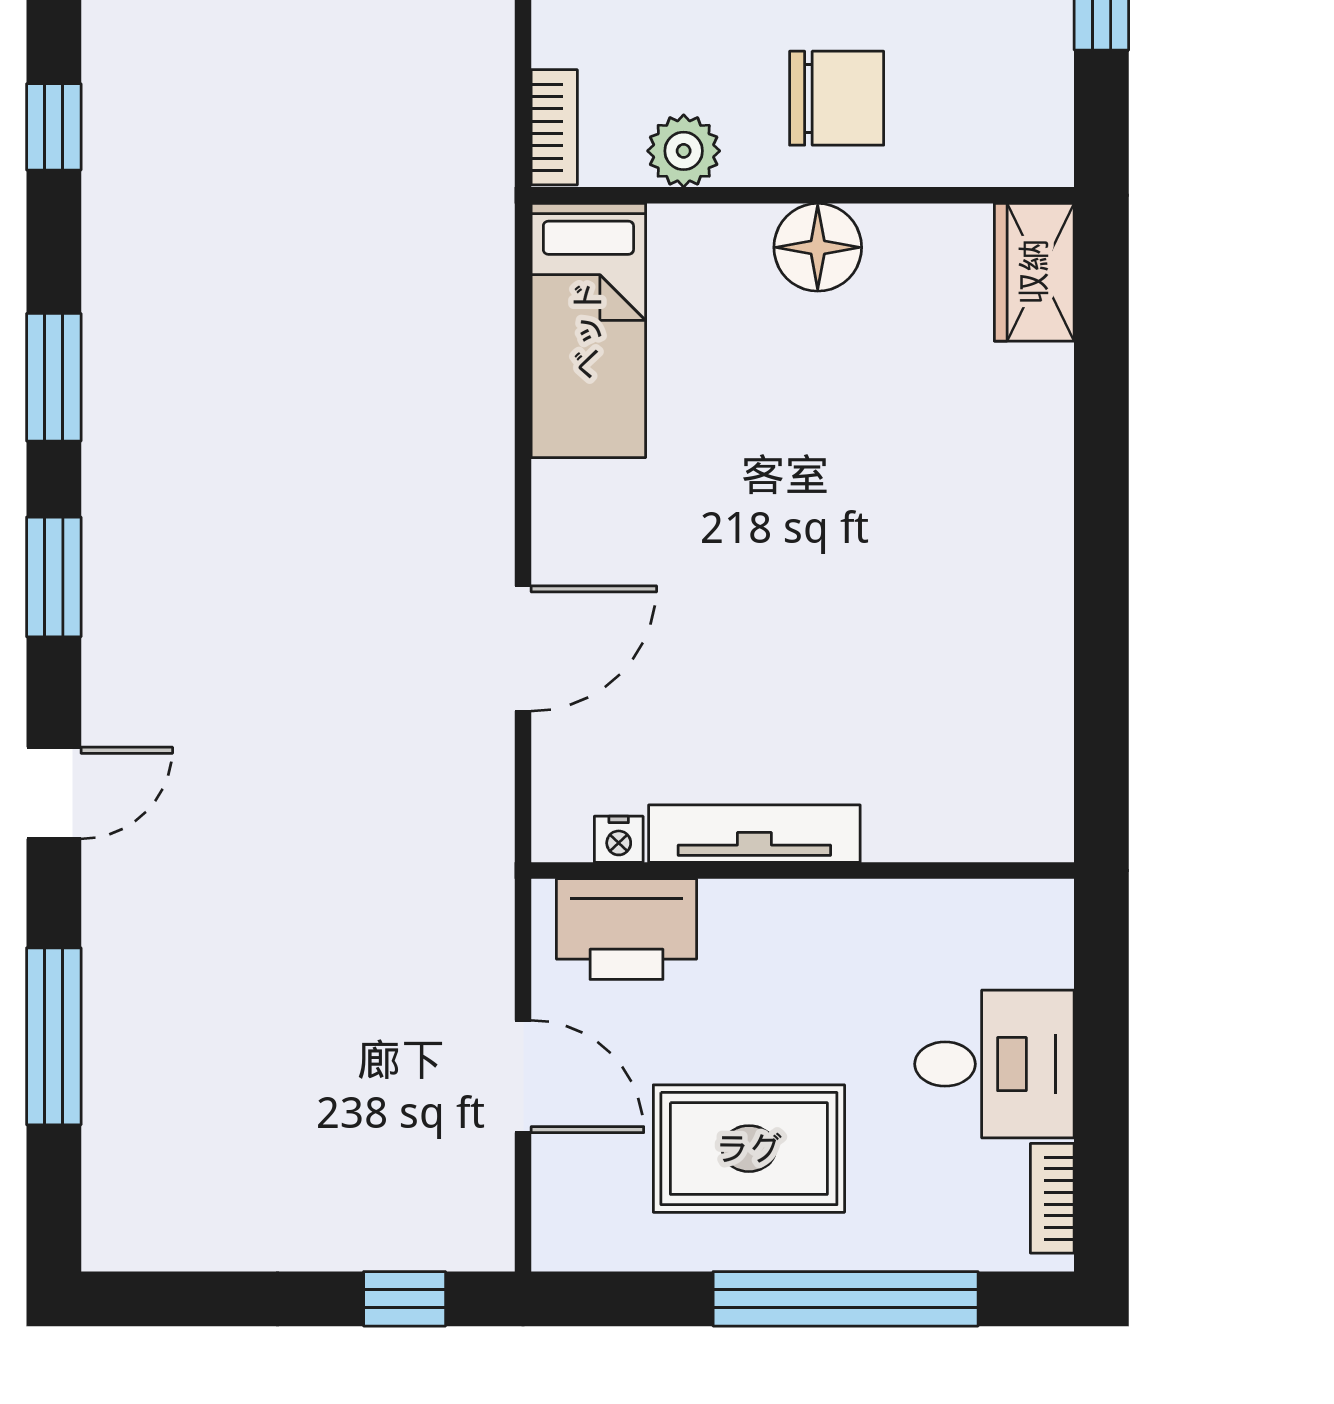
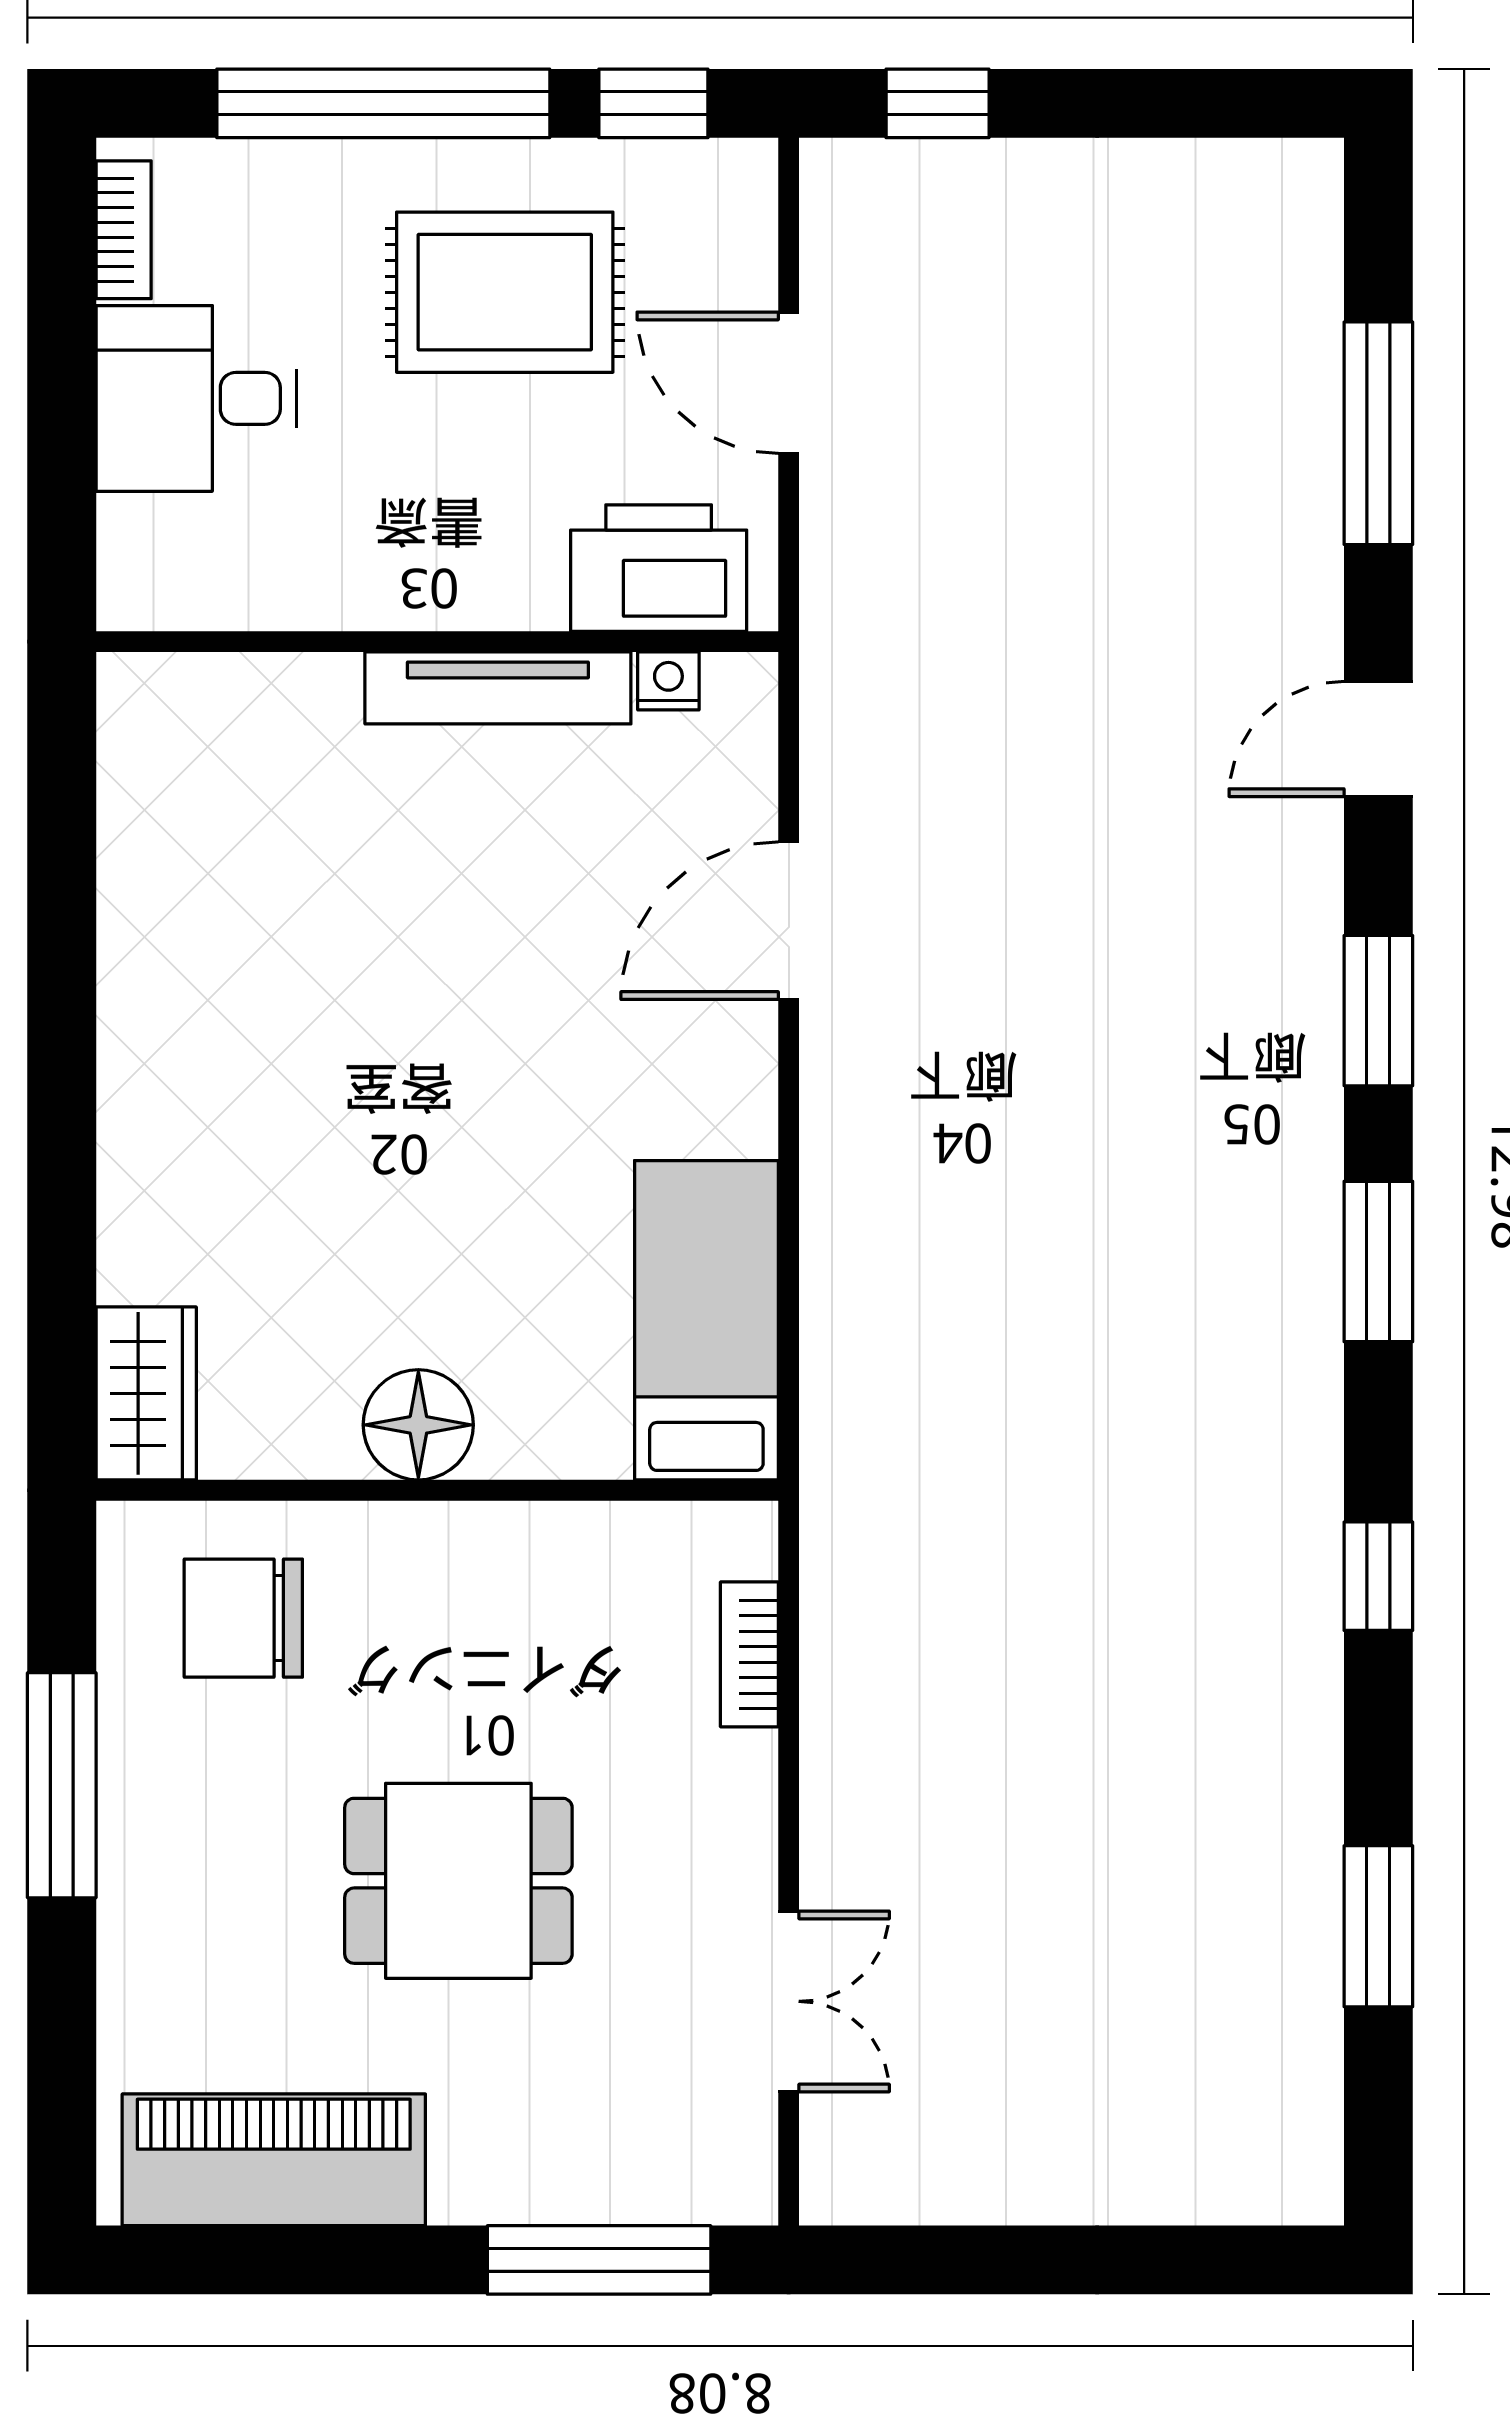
chair: (837, 98) -> (243, 1618), moved
bookcase: (554, 127) -> (749, 1654), moved
plant: (684, 151) -> (587, 1546), removed
window: (631, 1299) -> (653, 103), added

